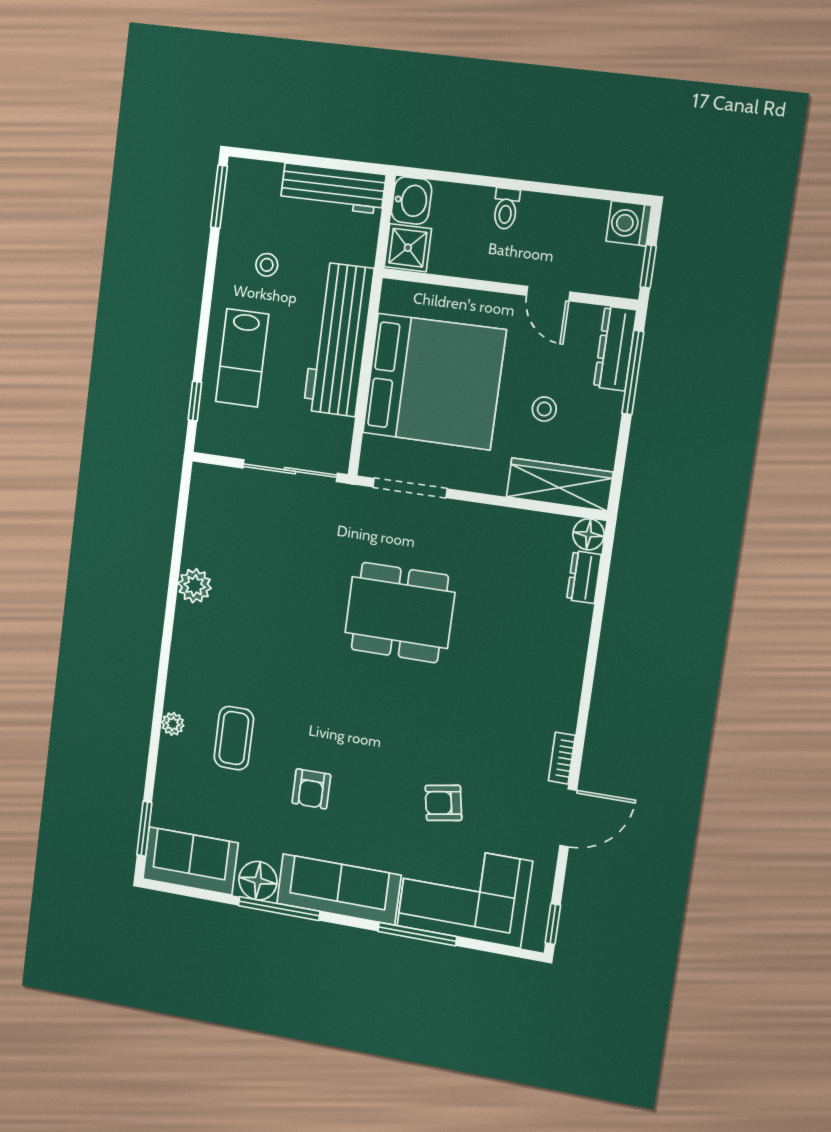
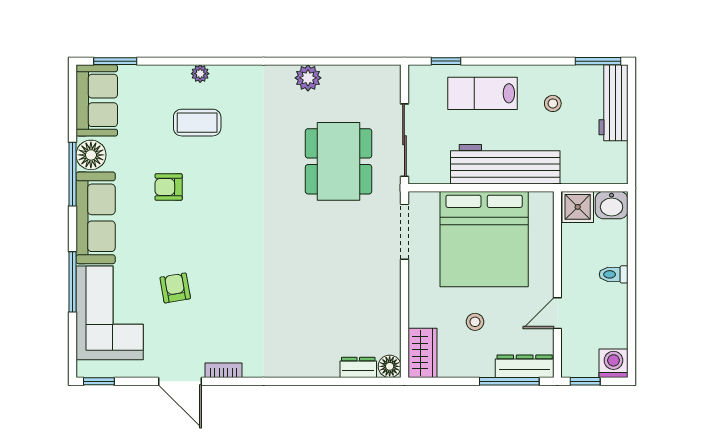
workbench: (333, 189) -> (614, 103), moved
wardrobe: (560, 485) -> (422, 353), width x0.67
dining table: (400, 613) -> (339, 161), moved

